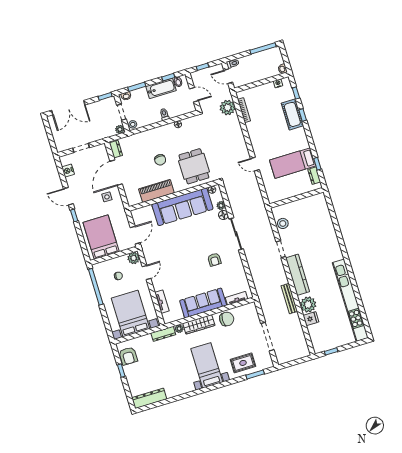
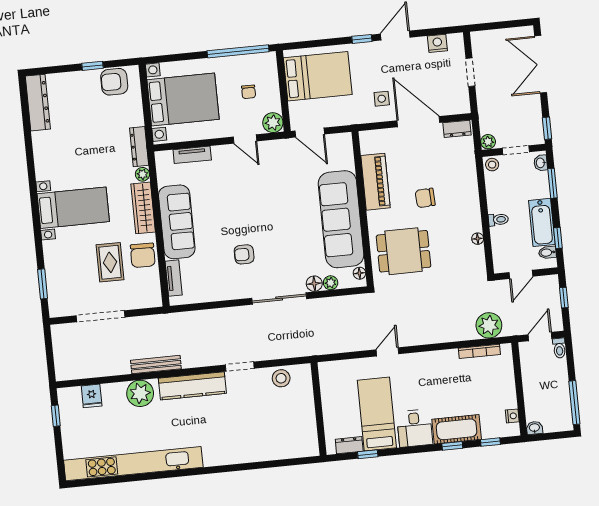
desk: (297, 139) -> (415, 428), added
fridge: (311, 319) -> (92, 396), moved
rug: (243, 363) -> (110, 262), moved

